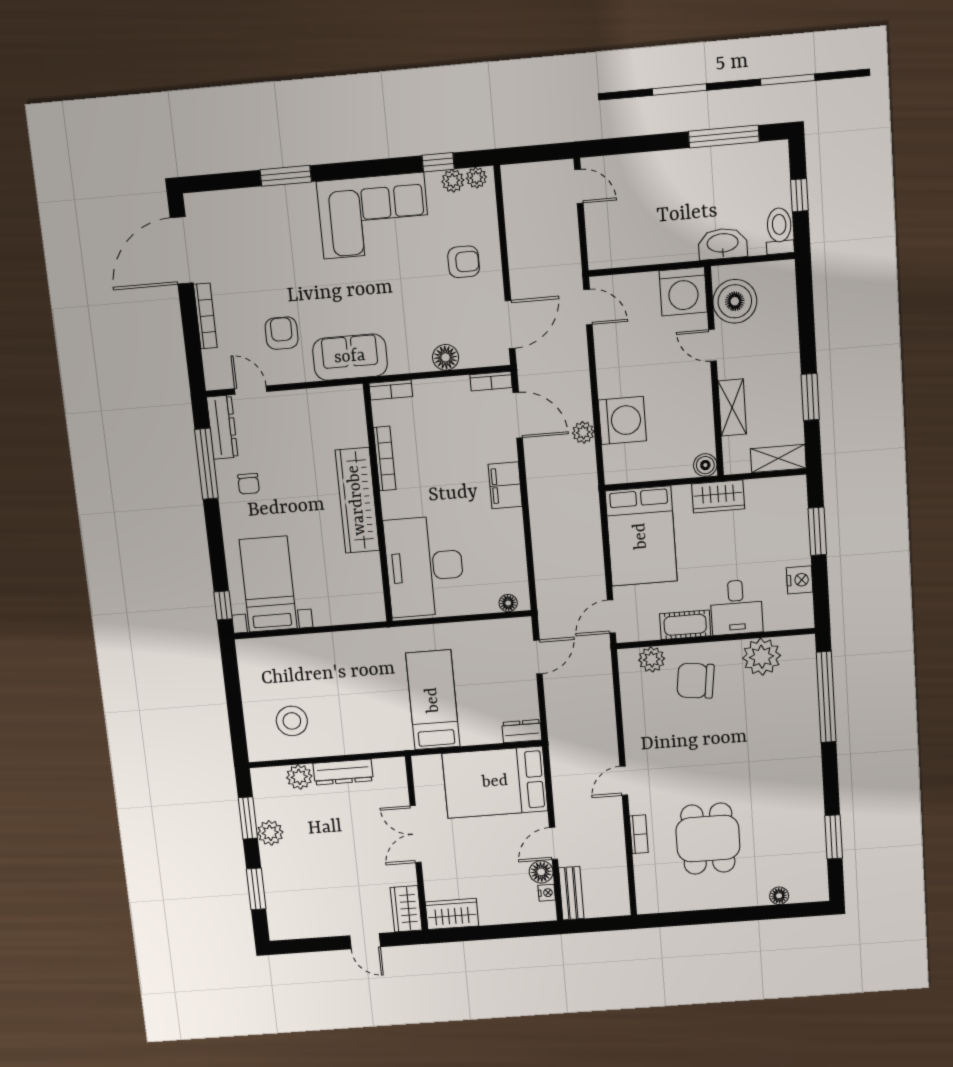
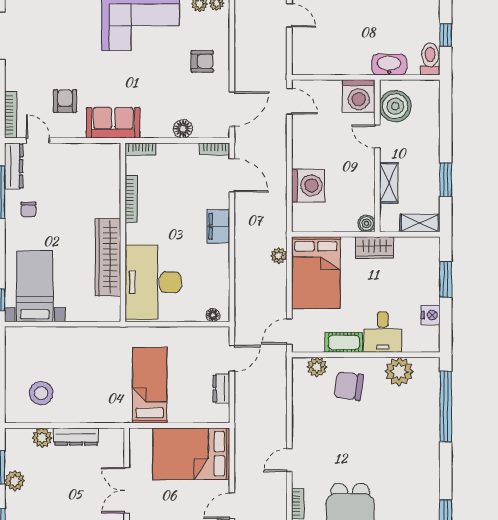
bookcase: (205, 316) -> (11, 115), moved
plant: (583, 432) -> (279, 256), moved
wardrobe: (357, 500) -> (108, 257), moved
dresser: (522, 731) -> (221, 389), moved, turned -90

